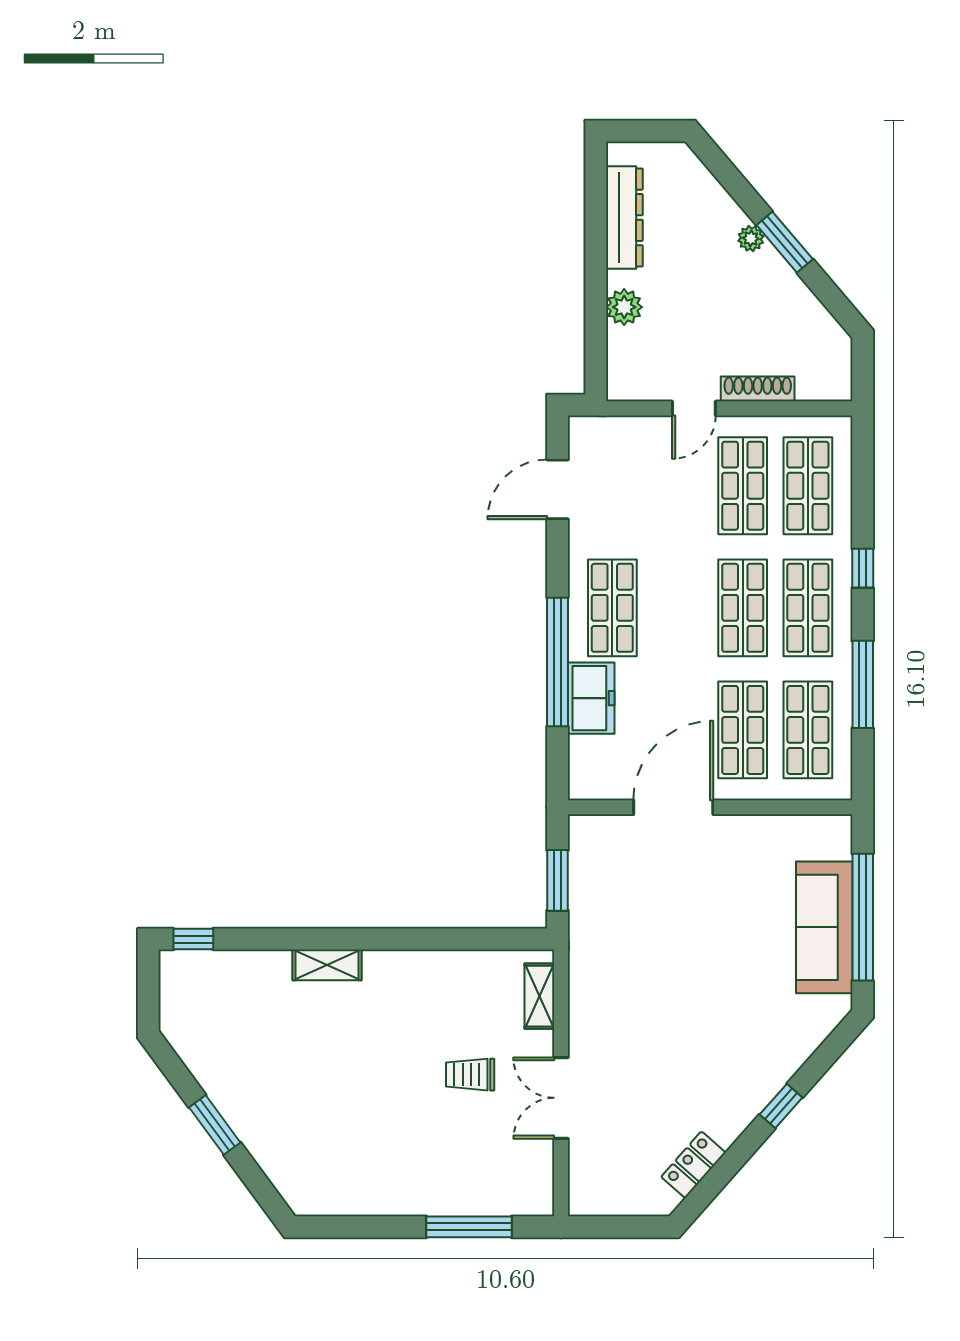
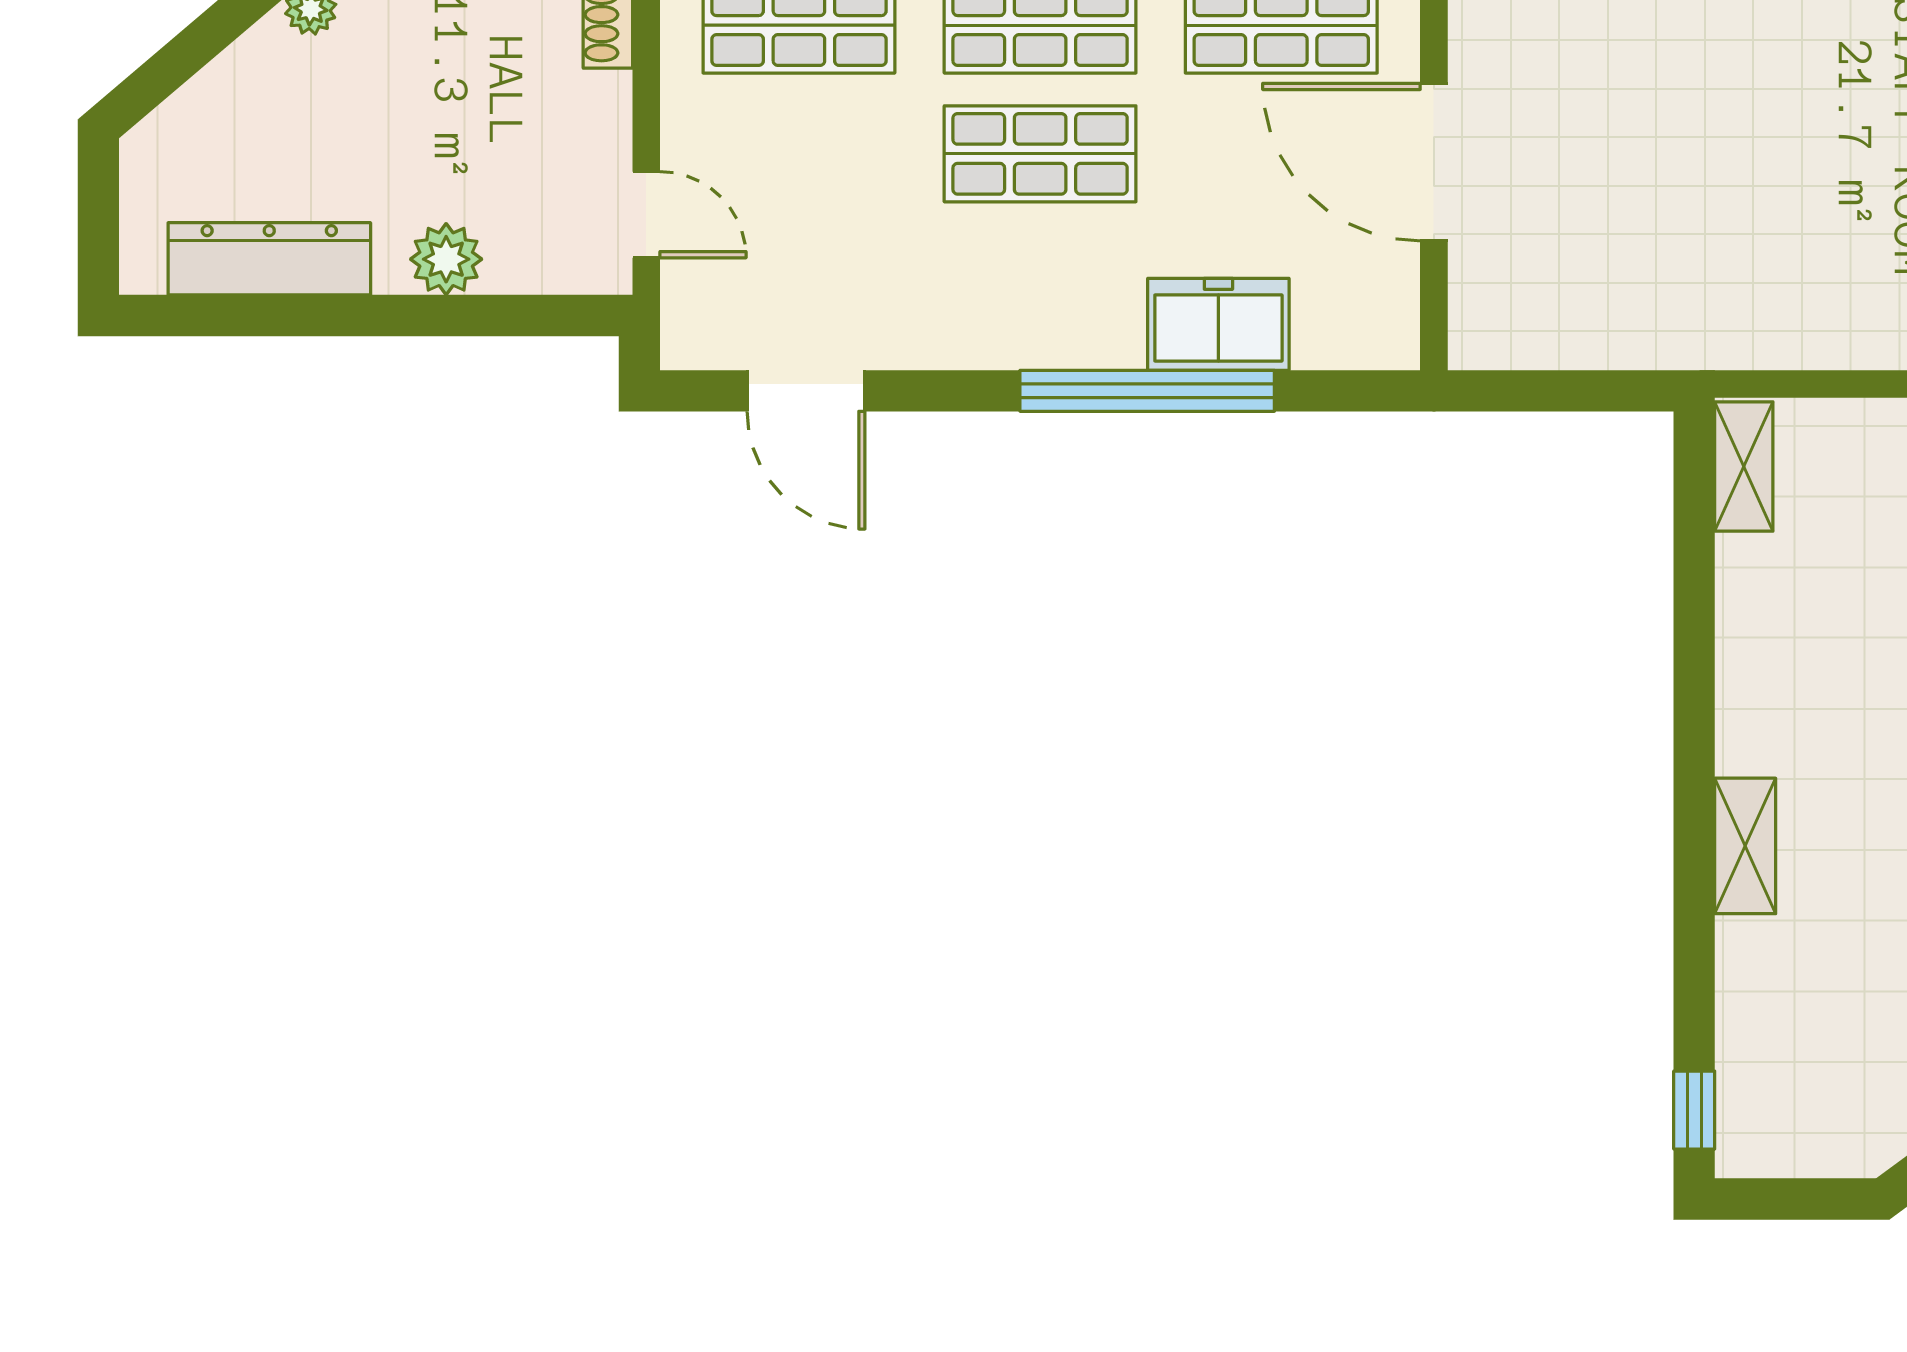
door: (694, 408) -> (646, 215), moved
shop shelf: (612, 608) -> (1040, 154), moved
window: (558, 880) -> (1578, 391), removed
shelving: (539, 996) -> (1744, 467), moved, turned 90

